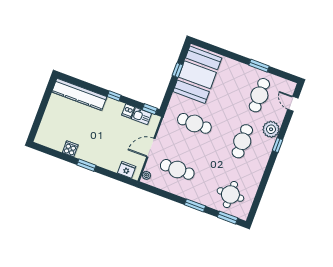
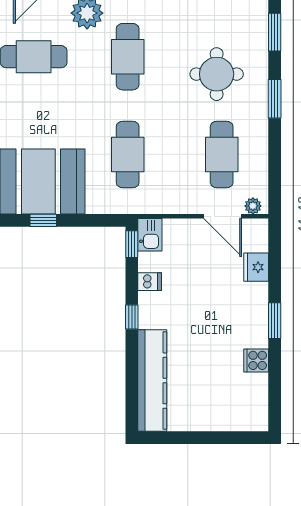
kitchen sink: (141, 116) -> (150, 235), moved
cafe table: (242, 141) -> (128, 57), turned 90
door: (151, 148) -> (223, 216), moved
fridge: (127, 170) -> (256, 267), moved
round table: (230, 194) -> (217, 74), moved

